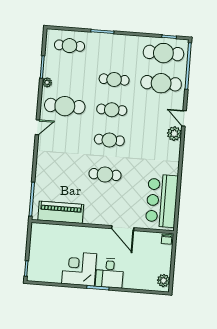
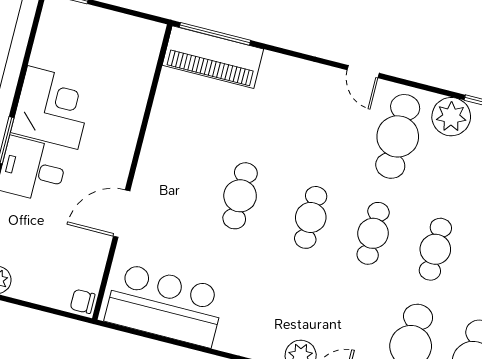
plant: (47, 82) -> (451, 117), width x1.88, depth x1.88
piano: (61, 212) -> (213, 57), moved, turned 90

